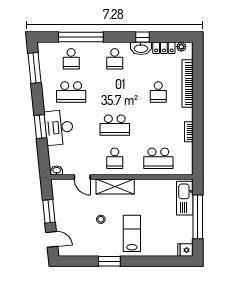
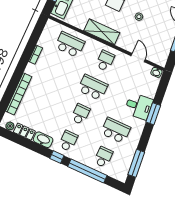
window: (143, 37) -> (57, 157), moved
school desk: (158, 92) -> (80, 114), moved
desk: (59, 127) -> (139, 106), width x0.73
shelving: (115, 186) -> (102, 32), moved

